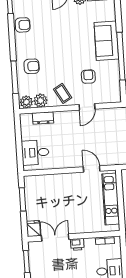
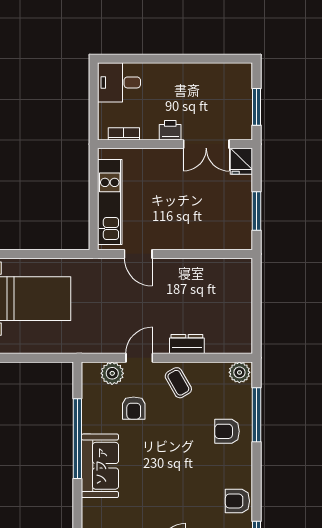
plant: (41, 101) -> (112, 373), moved
dresser: (43, 118) -> (187, 344), moved
desk: (35, 153) -> (230, 287), removed

